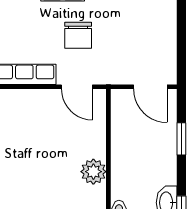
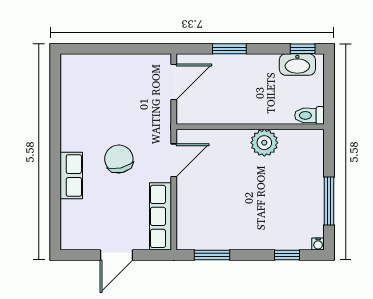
chair: (78, 35) -> (119, 159), turned -103

